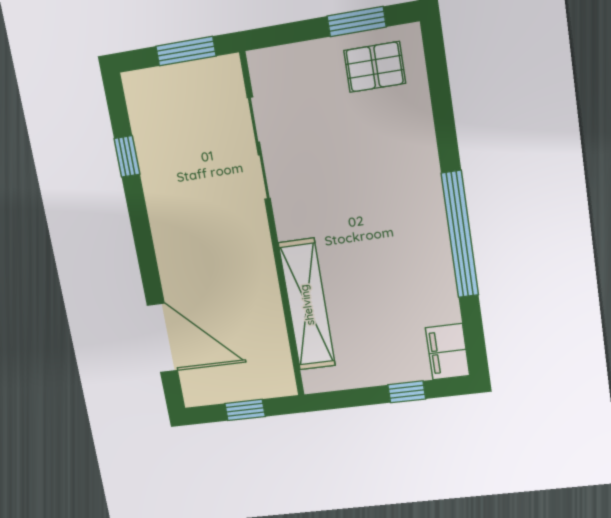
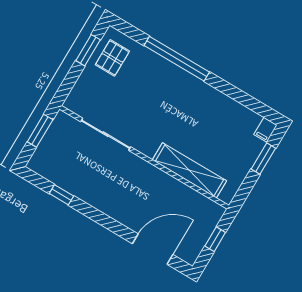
window: (460, 234) -> (177, 59), moved
filing cabinet: (448, 352) -> (265, 130), width x0.50
window: (407, 392) -> (263, 159), width x1.50

